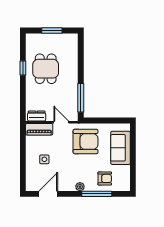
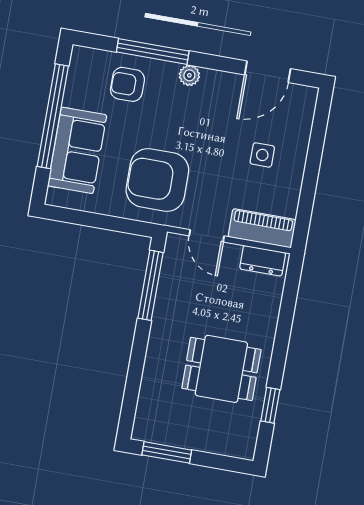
window: (52, 30) -> (167, 452), moved
window: (23, 68) -> (270, 405), moved
dining table: (46, 69) -> (221, 369), turned 90
window: (133, 160) -> (53, 116), added

